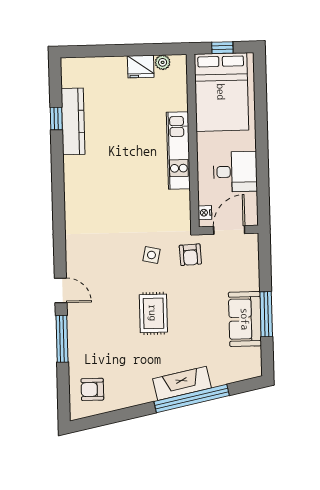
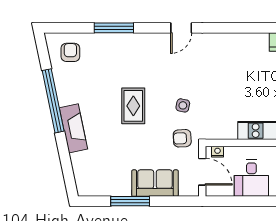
door: (61, 290) -> (181, 28), moved
rug: (153, 313) -> (133, 106), turned 90
sofa: (245, 319) -> (155, 183), moved
window: (192, 398) -> (53, 101), moved

